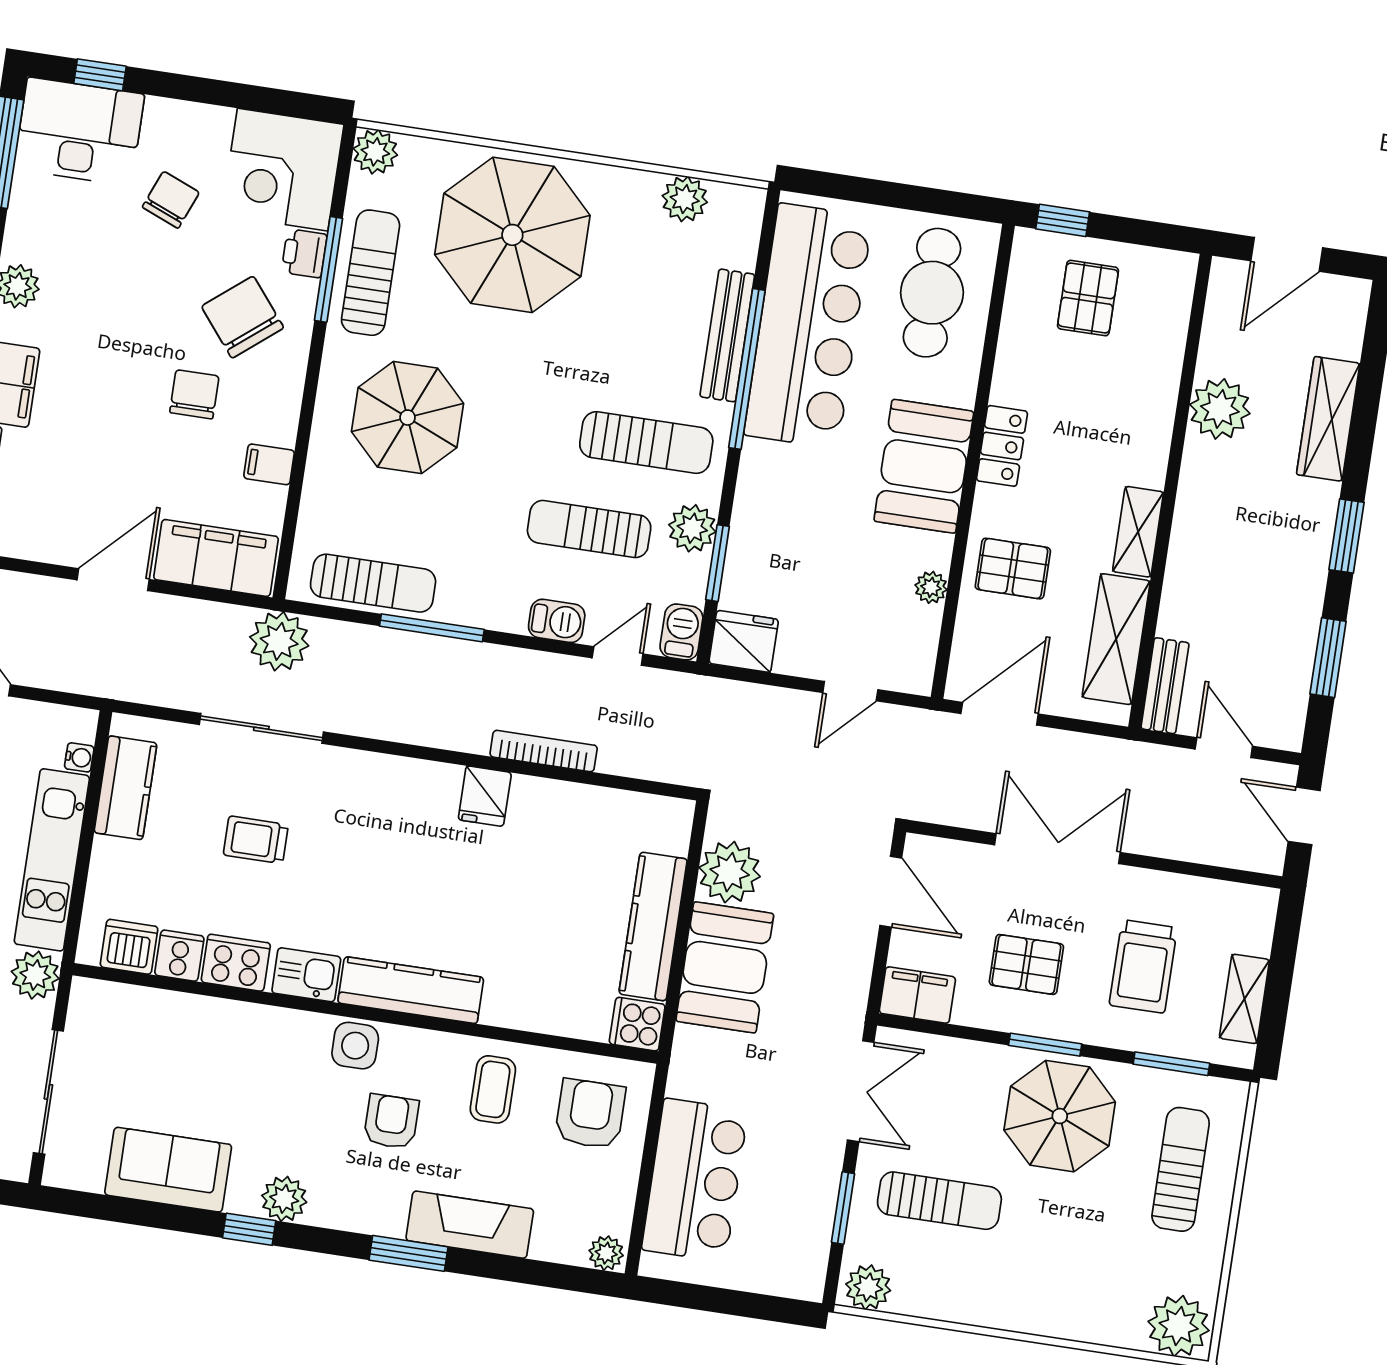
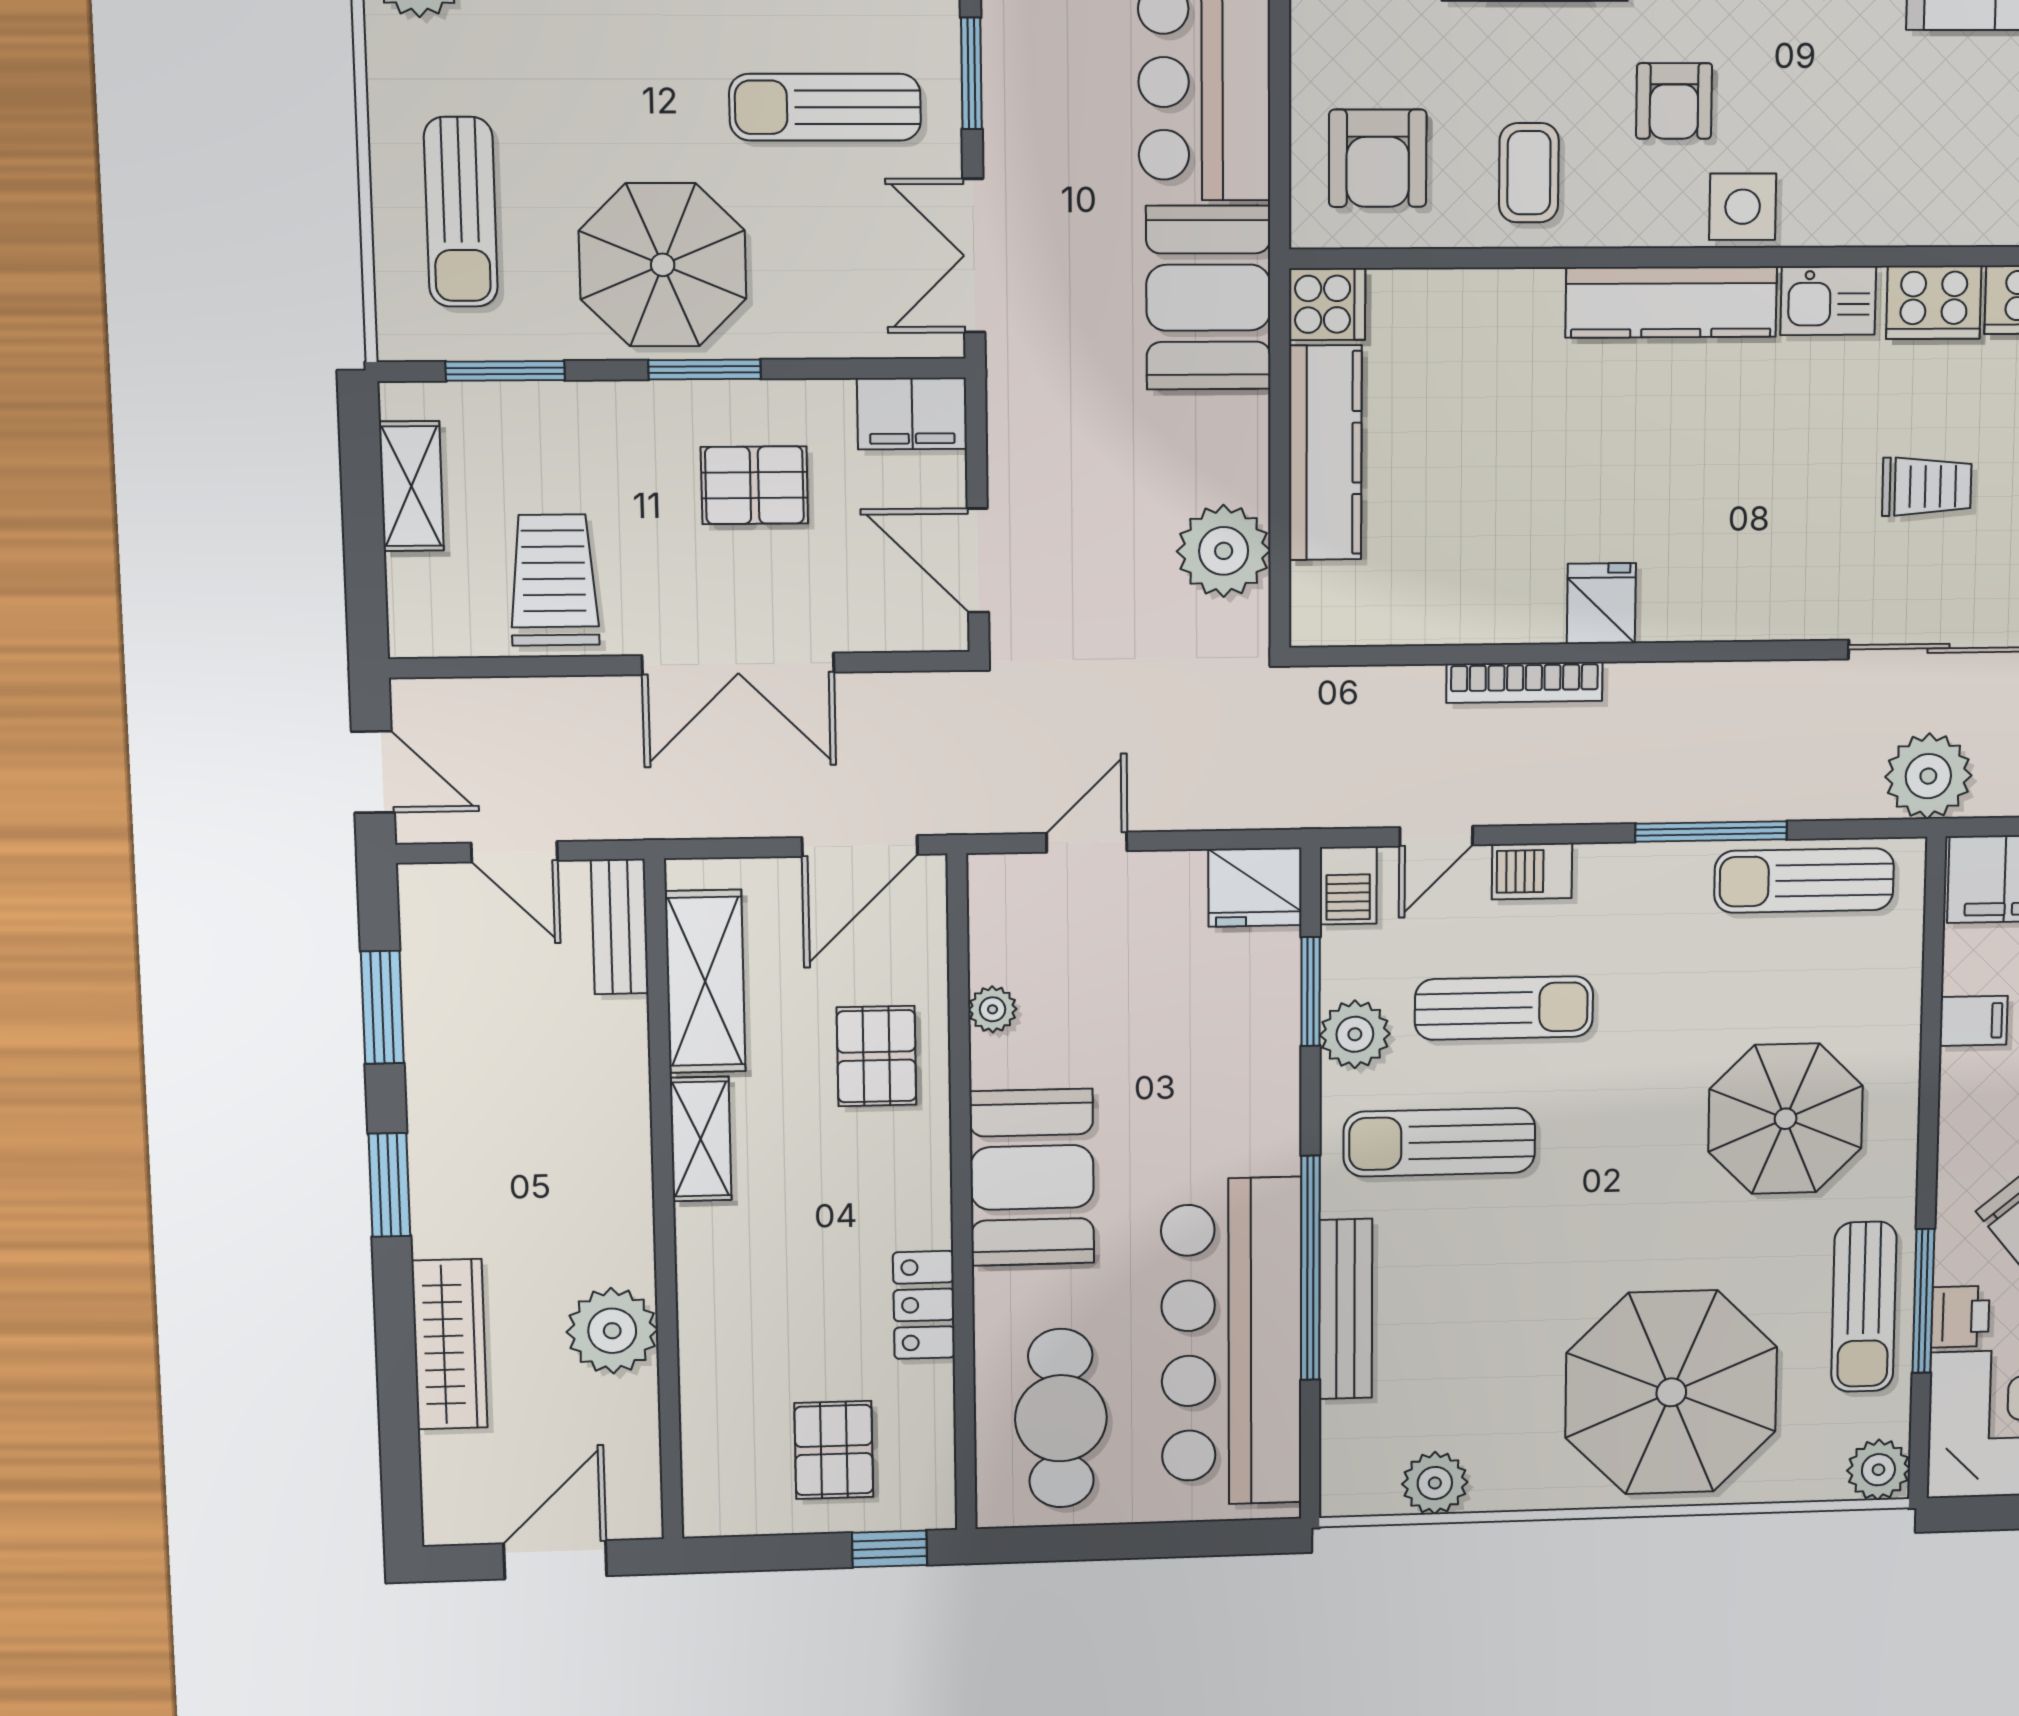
locker: (1002, 446) -> (924, 1305), moved
pallet: (1013, 569) -> (876, 1056), turned 90
trolley: (1143, 966) -> (554, 580), moved
booth: (725, 967) -> (1208, 298), moved

